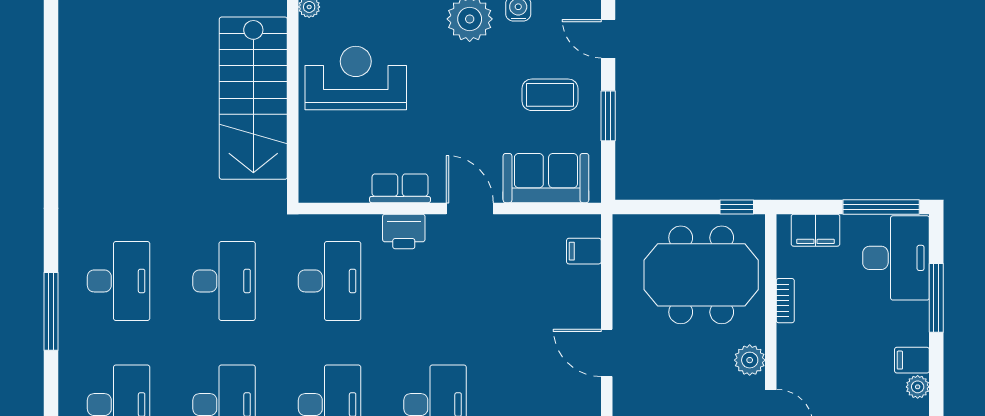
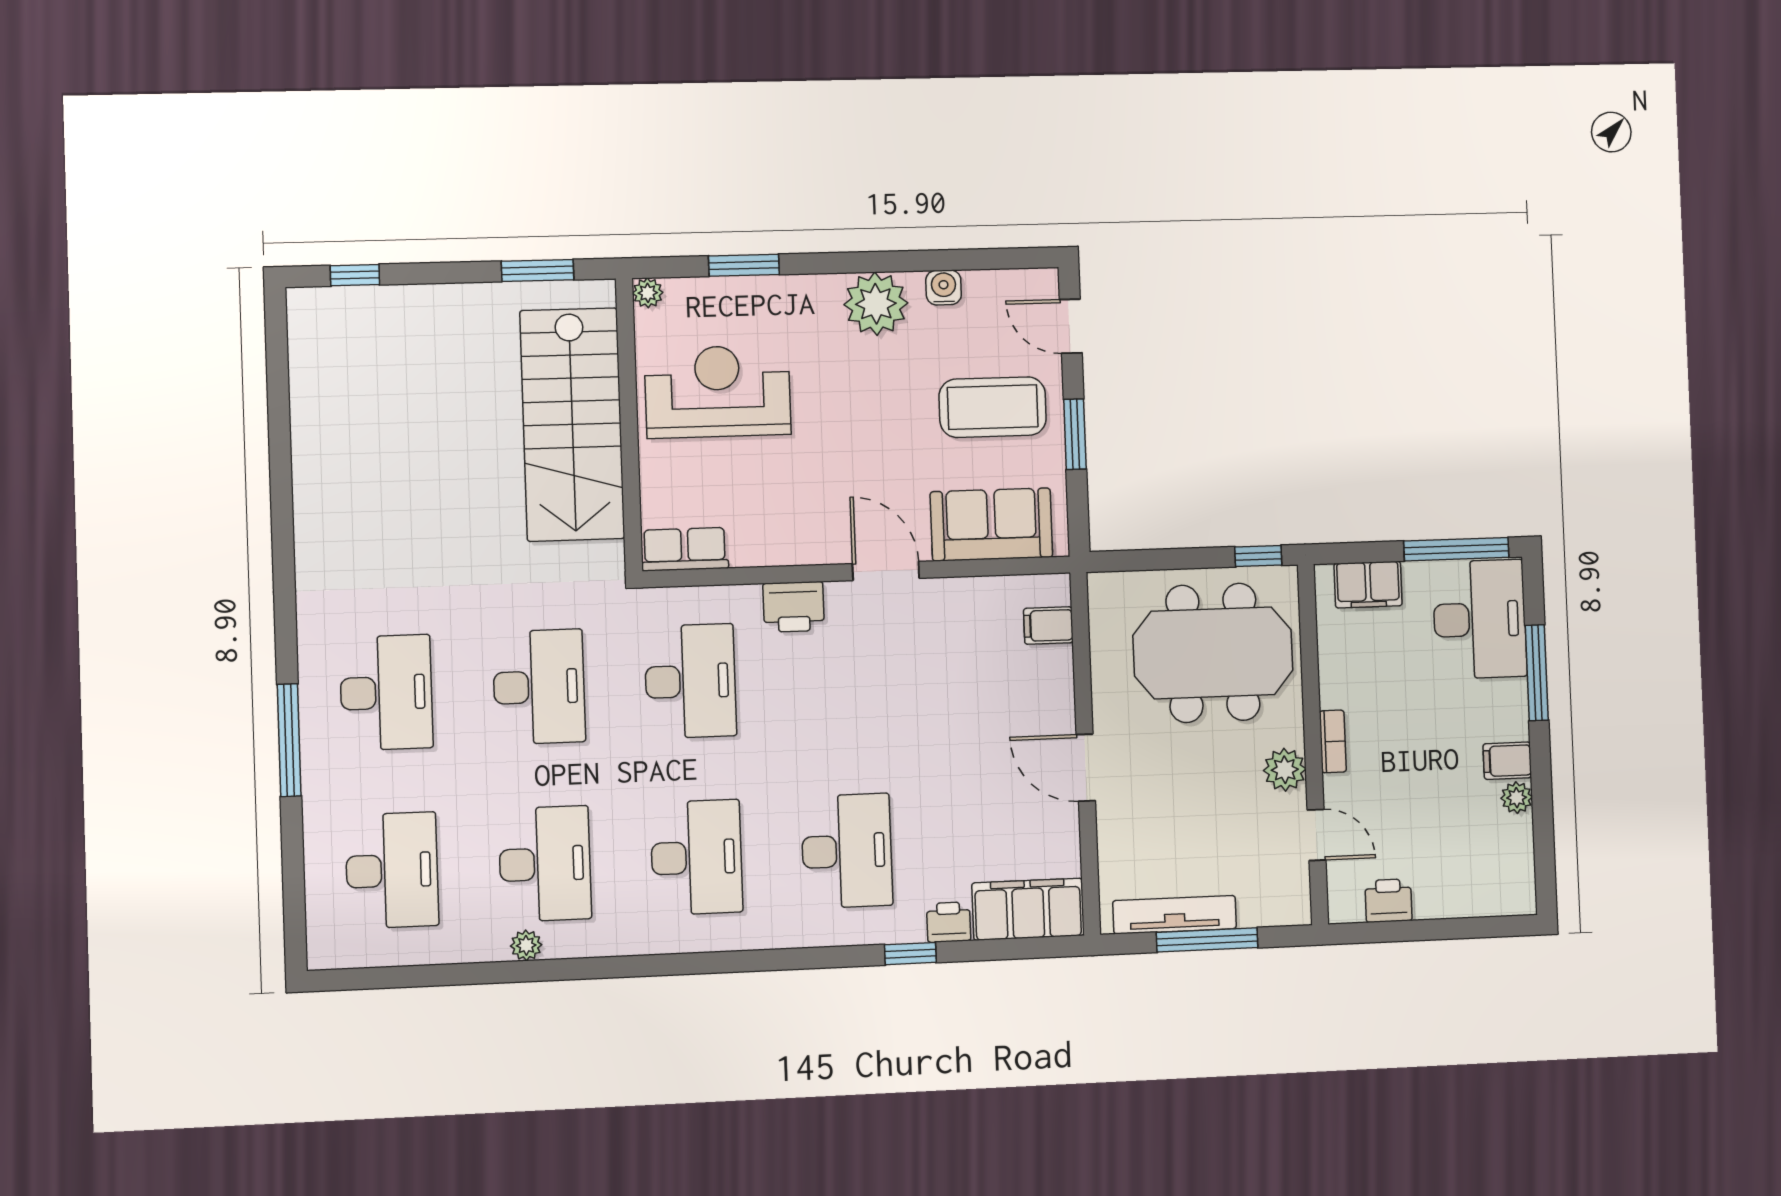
coffee table: (550, 95) -> (993, 407), width x1.36, depth x1.32
row of seats: (400, 188) -> (685, 549), moved
bookcase: (785, 301) -> (1333, 741), moved

